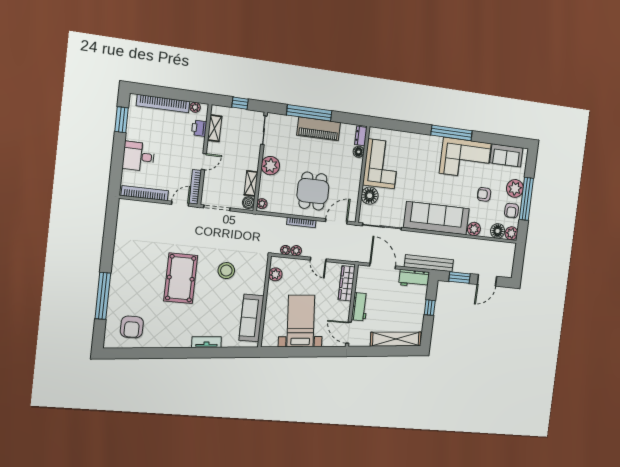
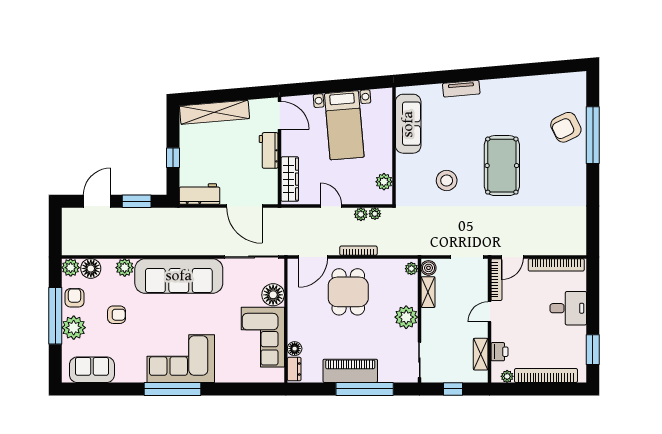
corner sofa: (465, 158) -> (181, 359), moved
bench: (429, 263) -> (182, 216), removed
armchair: (132, 327) -> (566, 127), moved, turned -116

